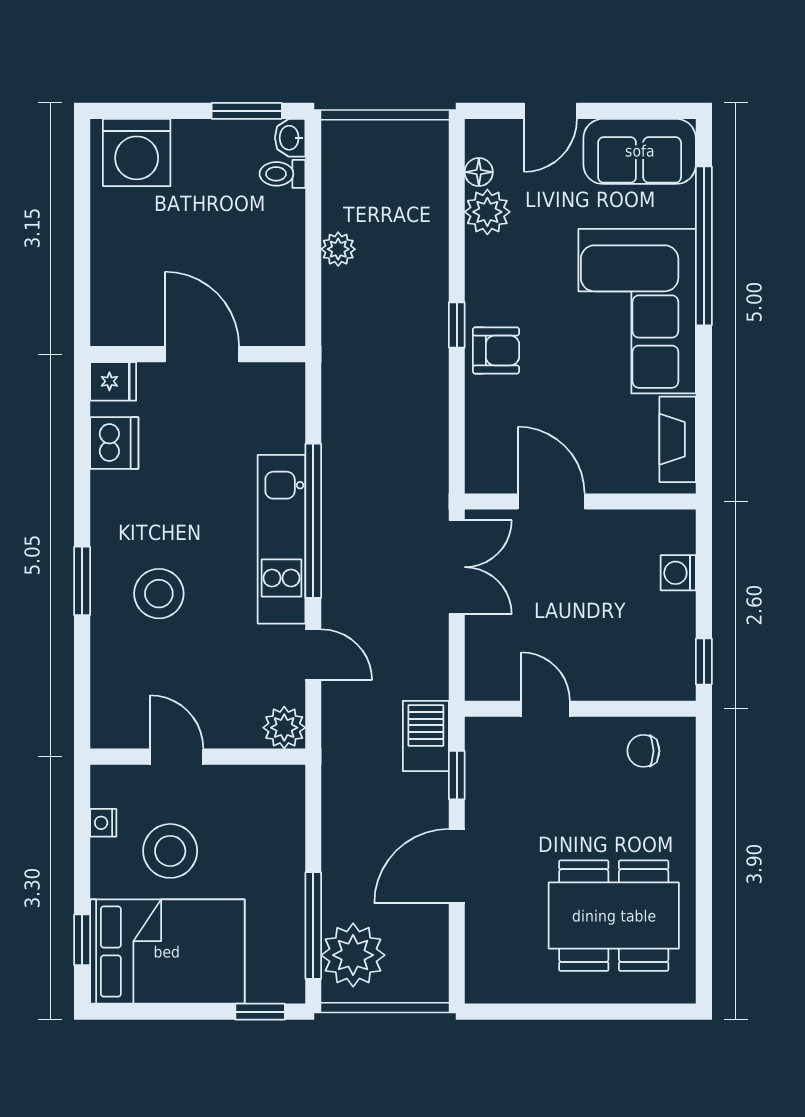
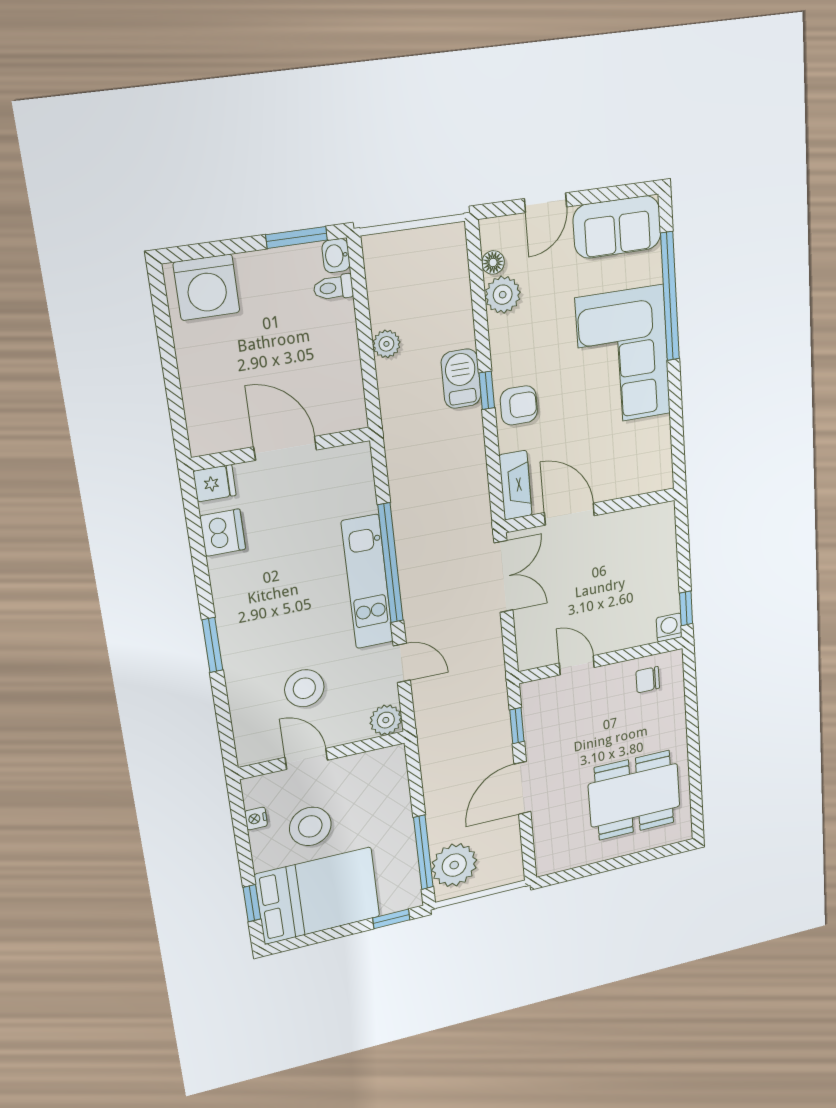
fireplace: (678, 439) -> (515, 485), moved, turned 180
washing machine: (678, 573) -> (669, 627), moved, turned 90
stool: (159, 594) -> (304, 688), moved
barbecue: (426, 736) -> (461, 379), moved

